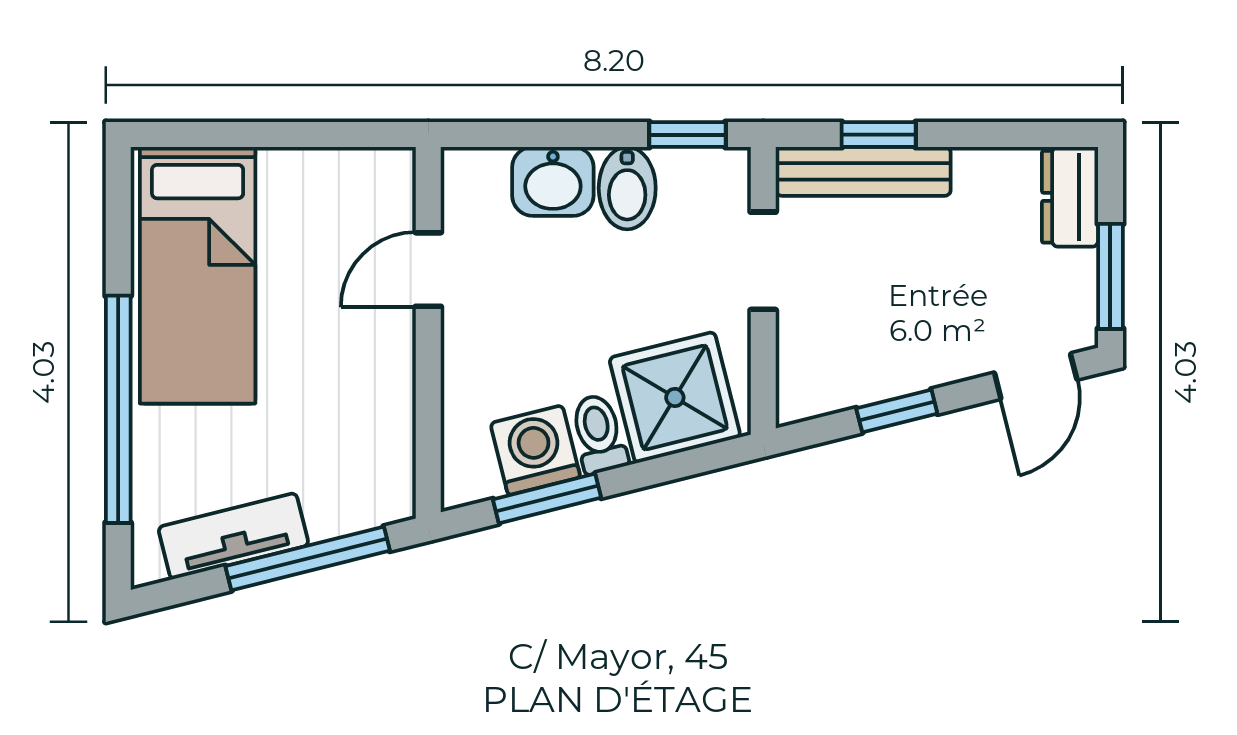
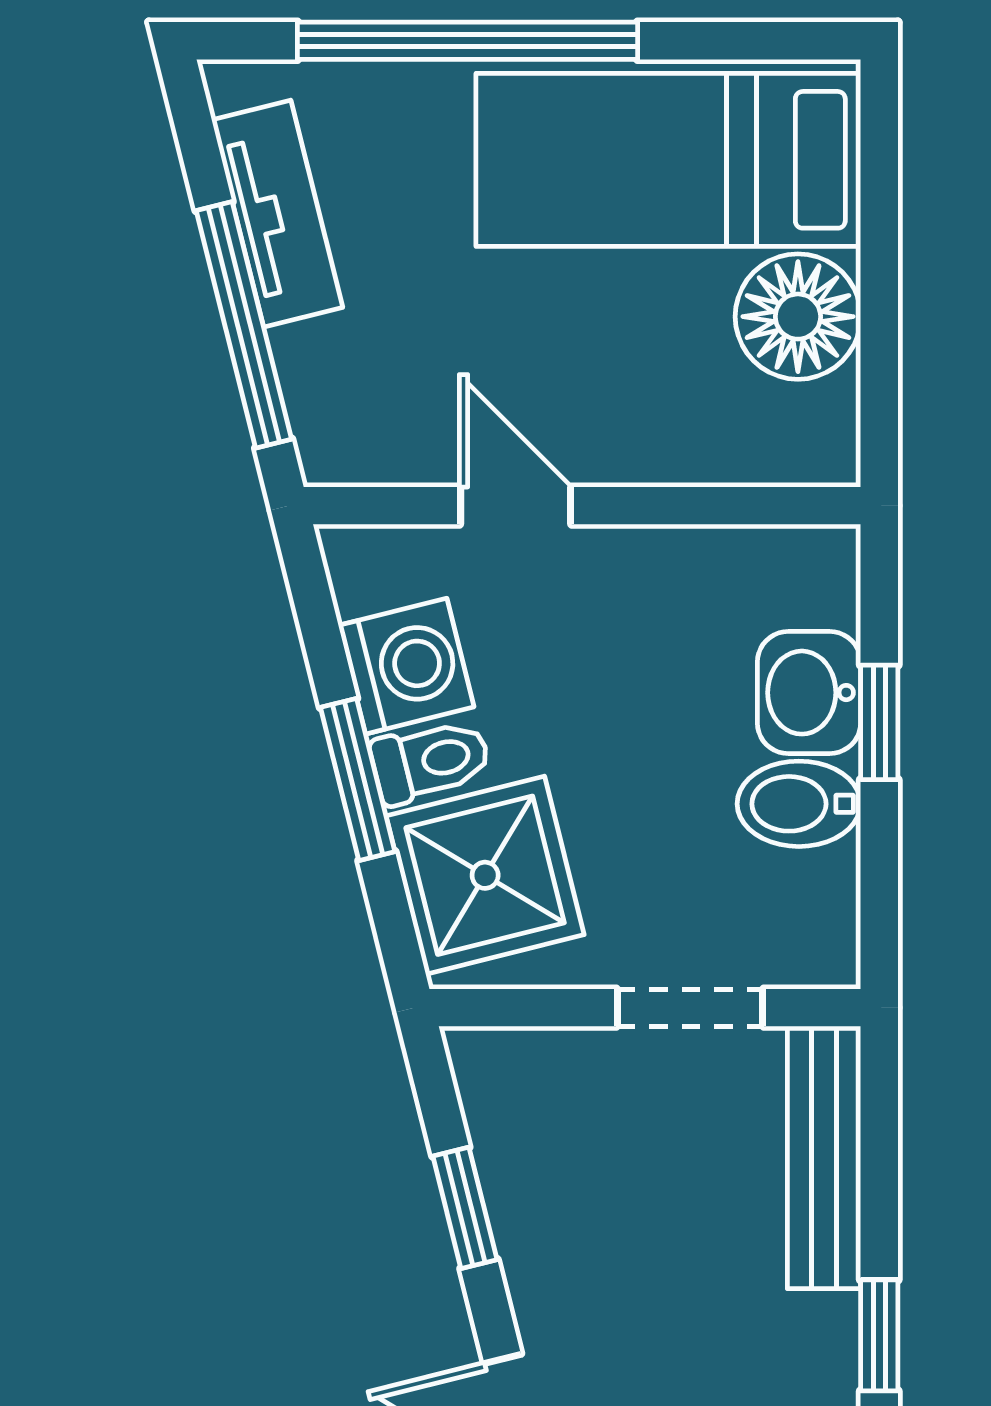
window: (687, 135) -> (879, 722), moved
window: (879, 135) -> (879, 1335), moved
floor lamp: (302, 189) -> (798, 317), added
door: (428, 270) -> (516, 506), moved
window: (547, 498) -> (358, 780), moved

